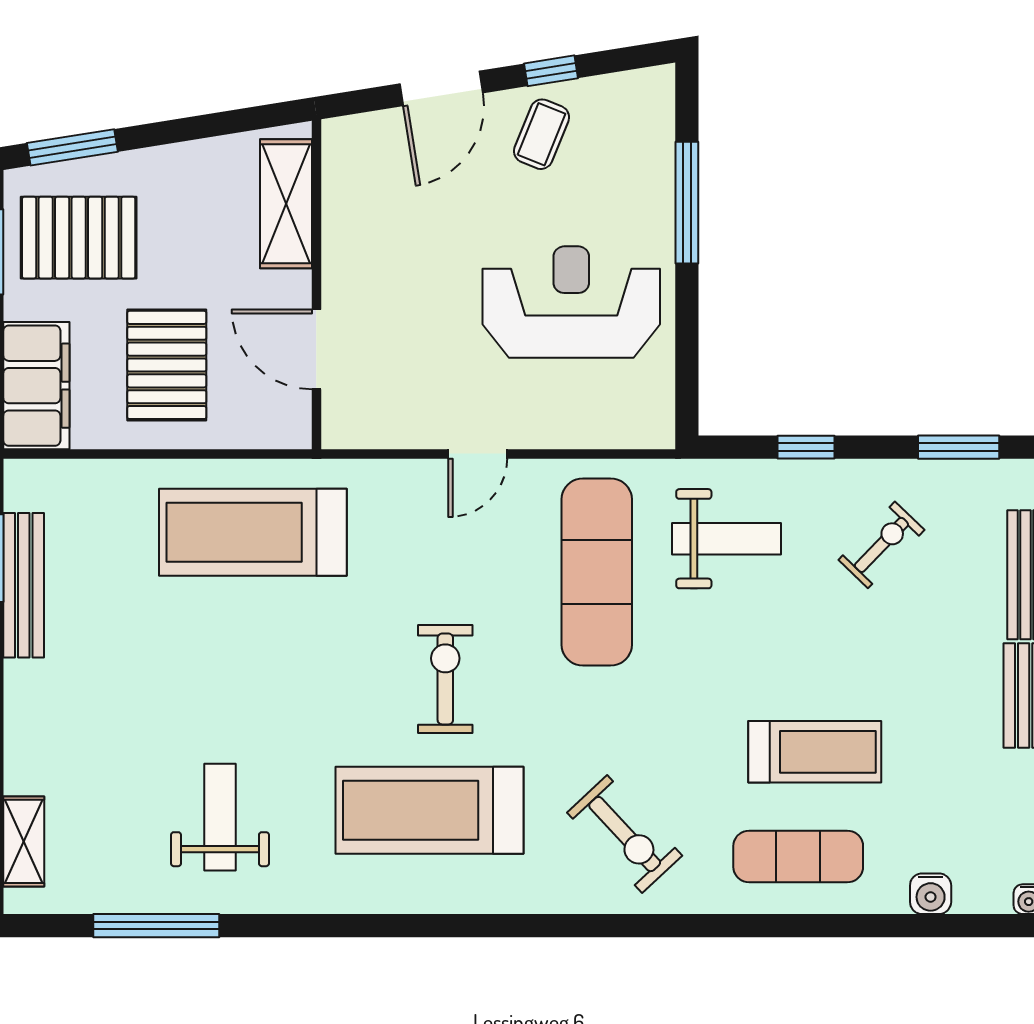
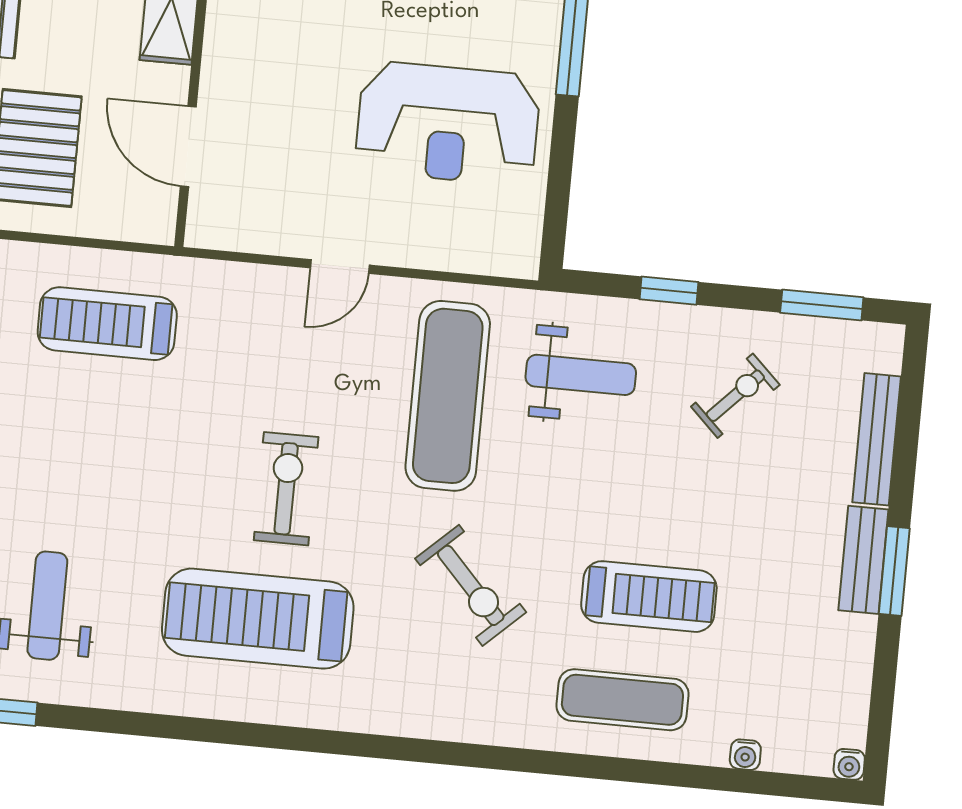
reception desk: (571, 302) -> (448, 123), turned 180
treadmill: (253, 532) -> (107, 324), width x0.73, depth x0.73
exercise bike: (625, 834) -> (471, 585), moved
water cooler: (931, 894) -> (745, 755), width x0.72, depth x0.72

